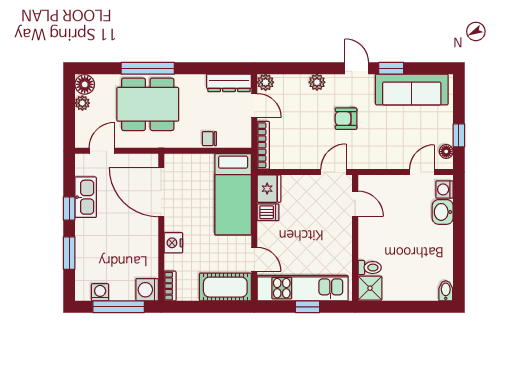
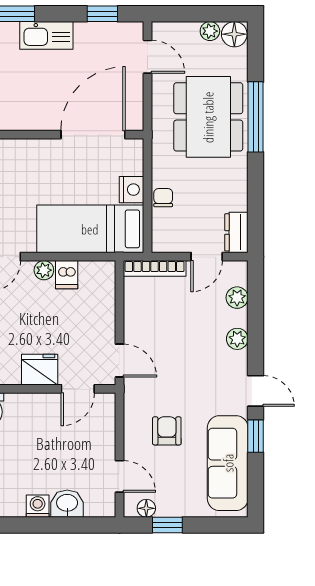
door: (357, 68) -> (256, 391), hinge flipped
plant: (266, 82) -> (237, 298), moved
dresser: (229, 83) -> (236, 232), width x0.70
armchair: (346, 119) -> (167, 431), moved
fridge: (269, 189) -> (40, 370), moved, turned 180
washing machine: (444, 189) -> (38, 506), moved
kitchen sink: (86, 197) -> (46, 35), moved
window: (69, 208) -> (102, 14), moved
plant: (265, 230) -> (44, 270), added
nightstand: (173, 243) -> (131, 190), moved, turned 90

